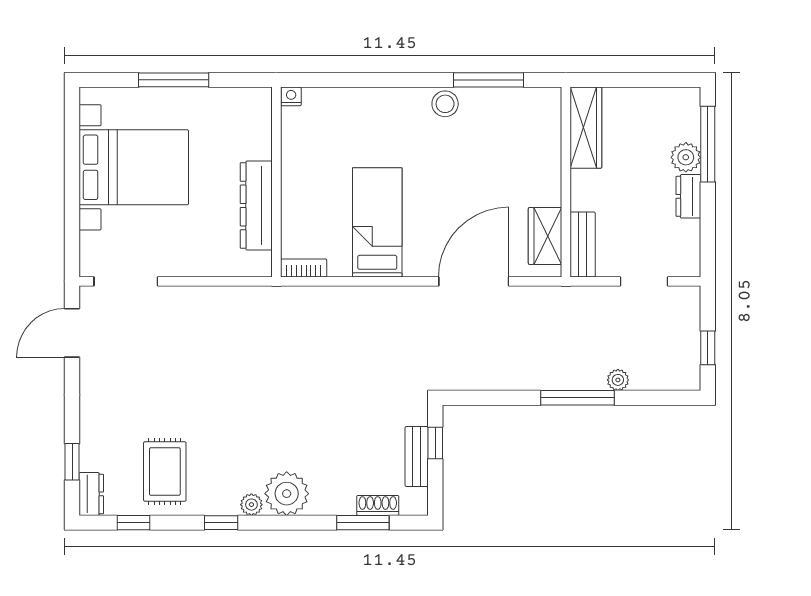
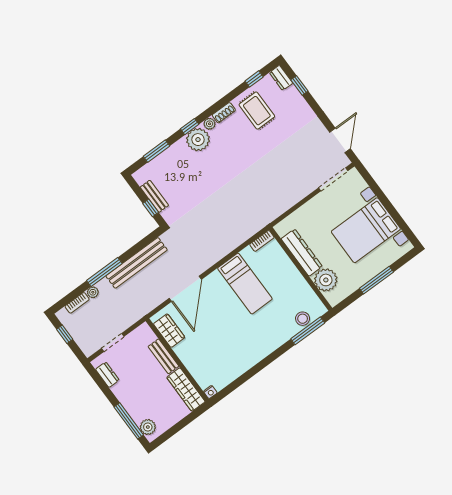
window: (488, 80) -> (308, 331), moved
nightstand: (291, 96) -> (210, 392), moved
stool: (445, 104) -> (303, 319), moved
plant: (250, 137) -> (326, 280), added
plant: (686, 157) -> (148, 427), moved
dresser: (688, 196) -> (107, 375), moved
bench: (583, 245) -> (163, 356), moved
bench: (518, 375) -> (137, 263), added
bookcase: (654, 382) -> (77, 303), added
shoe rack: (378, 505) -> (224, 113), moved
window: (221, 523) -> (190, 127), moved

